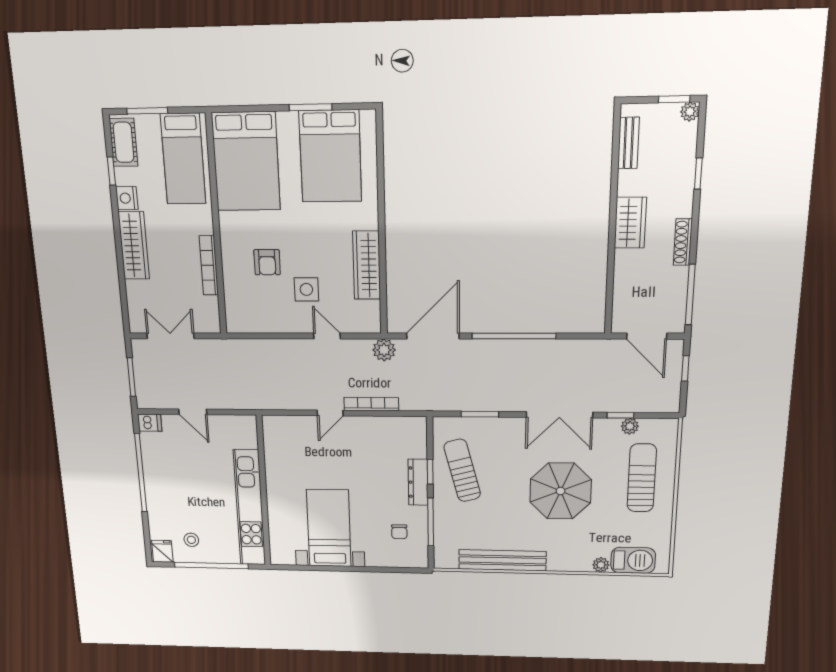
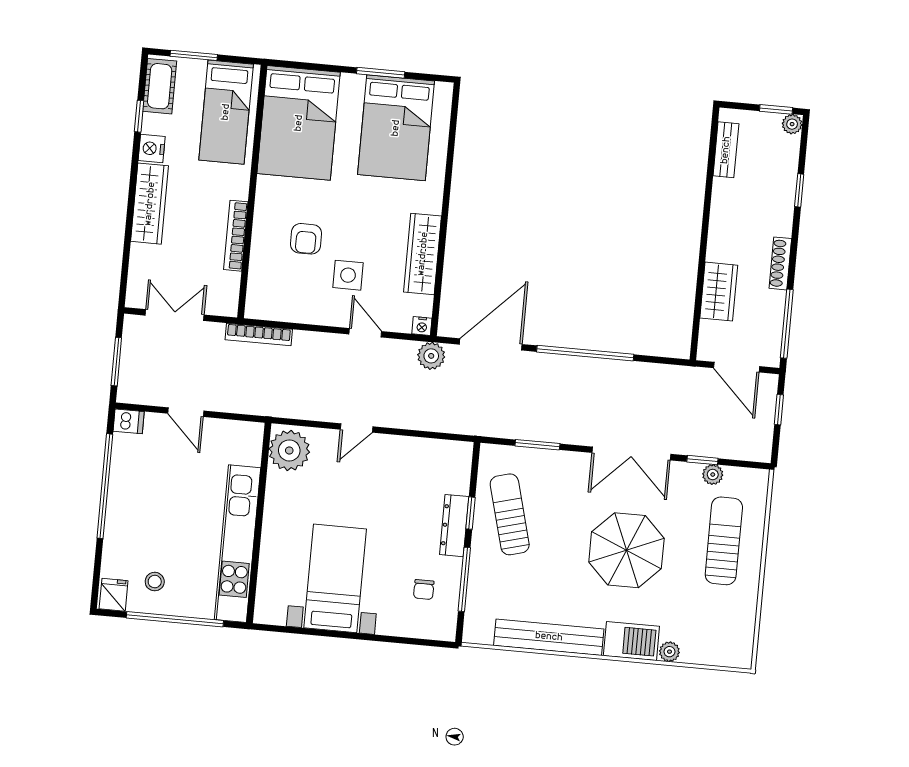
wardrobe: (630, 223) -> (719, 292), moved
nightstand: (373, 326) -> (422, 326), added
bookcase: (371, 404) -> (259, 335), moved, turned 180
plant: (279, 435) -> (289, 450), added
barbecue: (633, 560) -> (631, 641), moved

